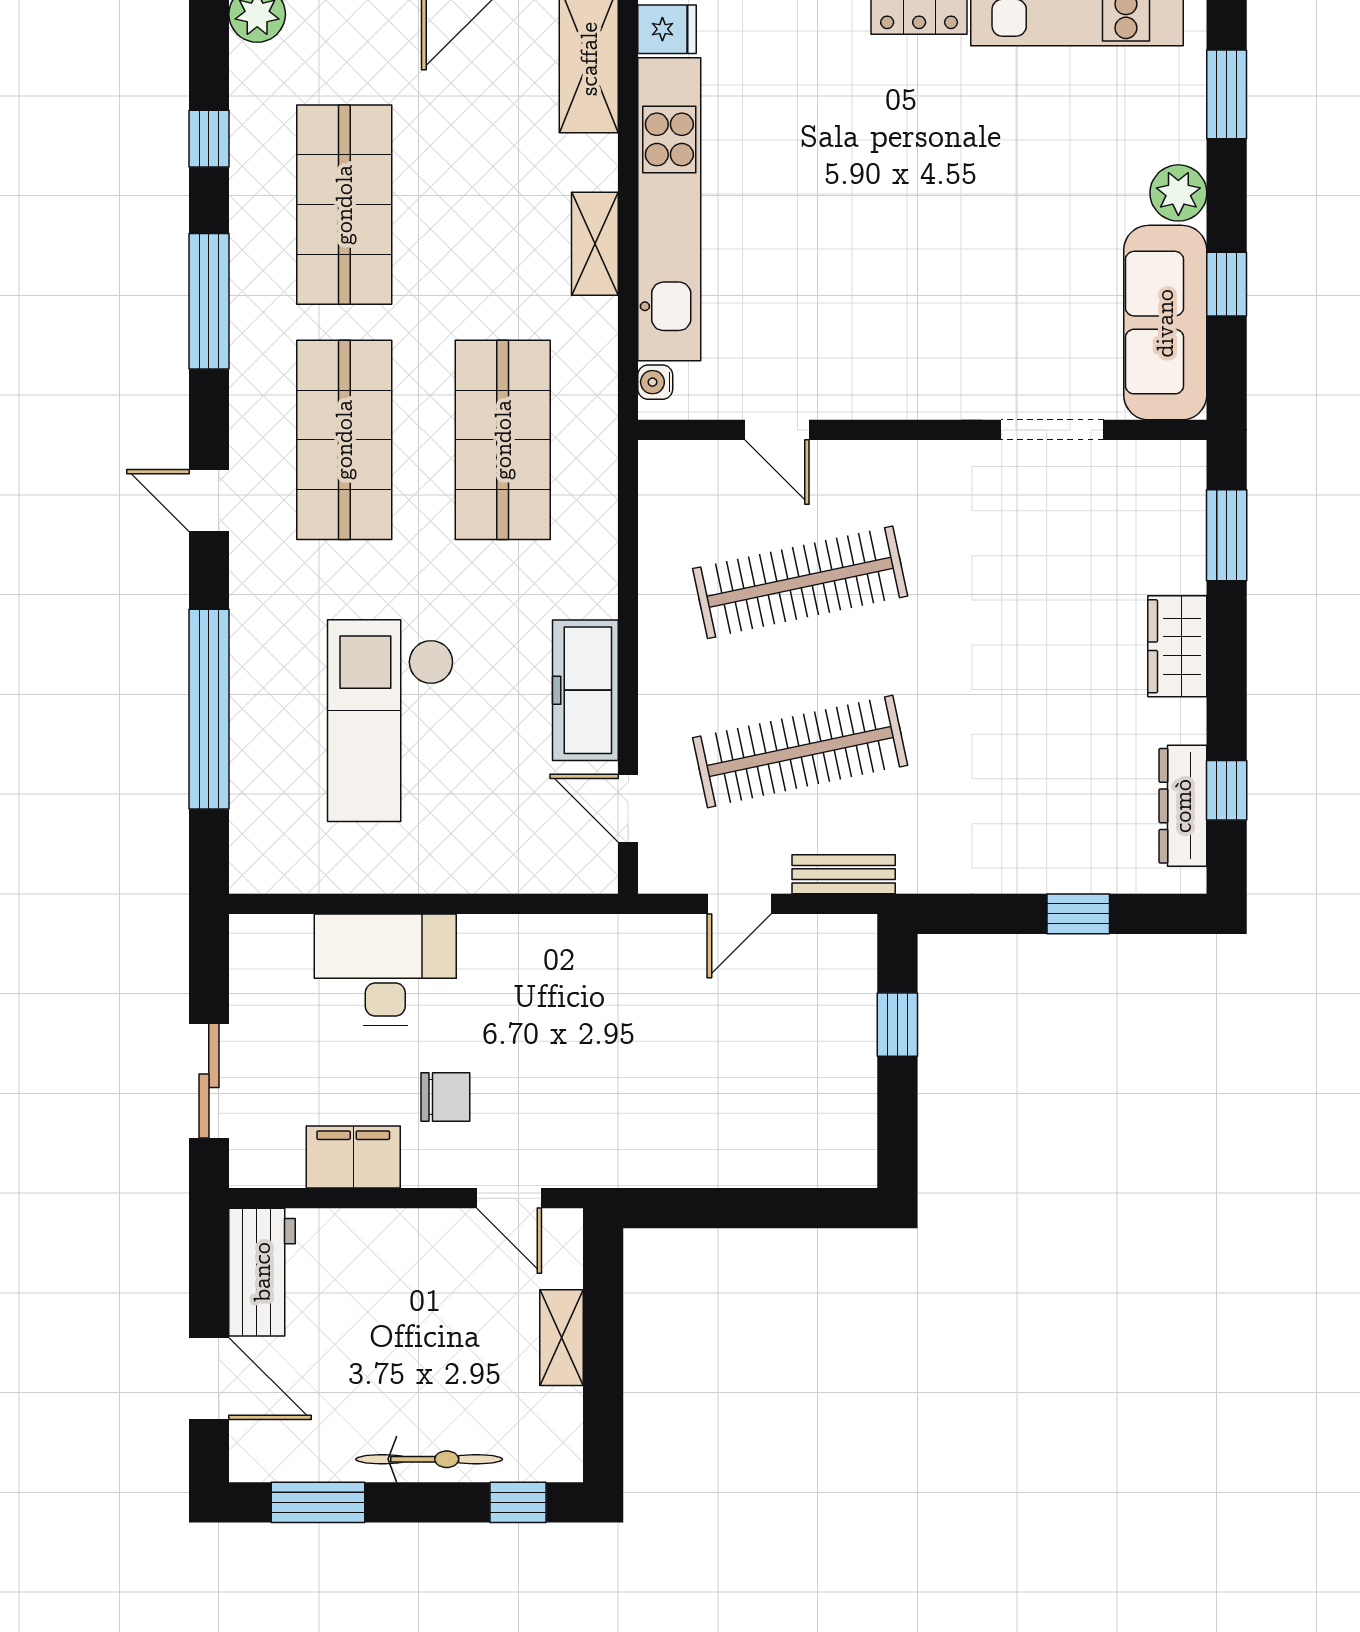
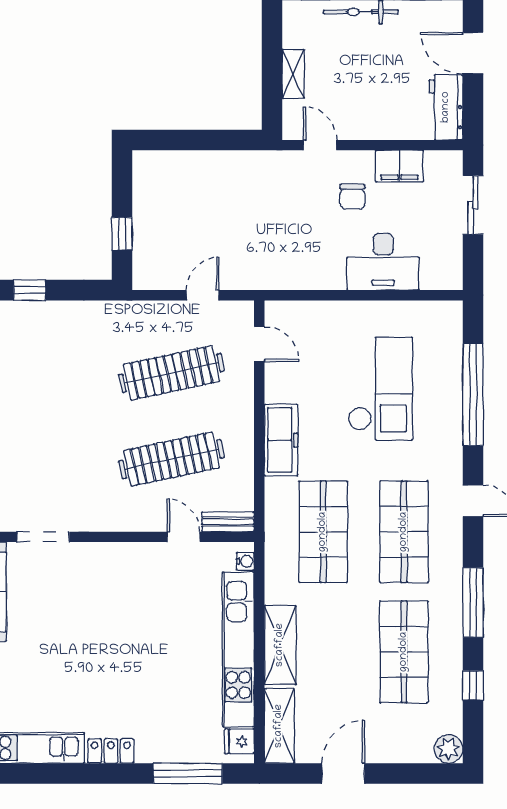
shelving: (595, 244) -> (280, 645), width x1.50, depth x1.33
freezer: (585, 690) -> (281, 440), moved
bench: (844, 874) -> (228, 522), moved
chair: (445, 1097) -> (352, 197), turned -90

